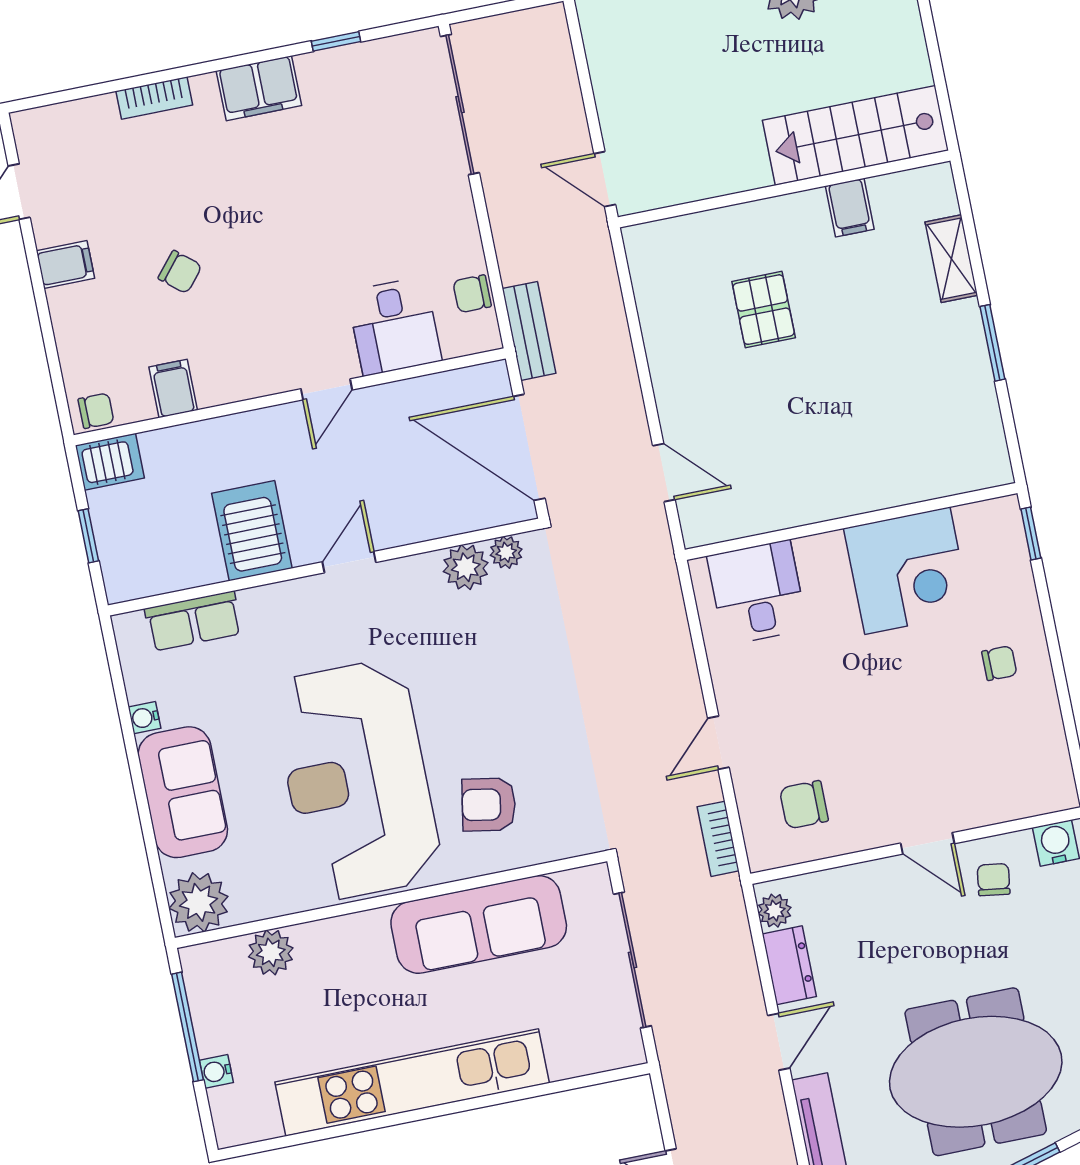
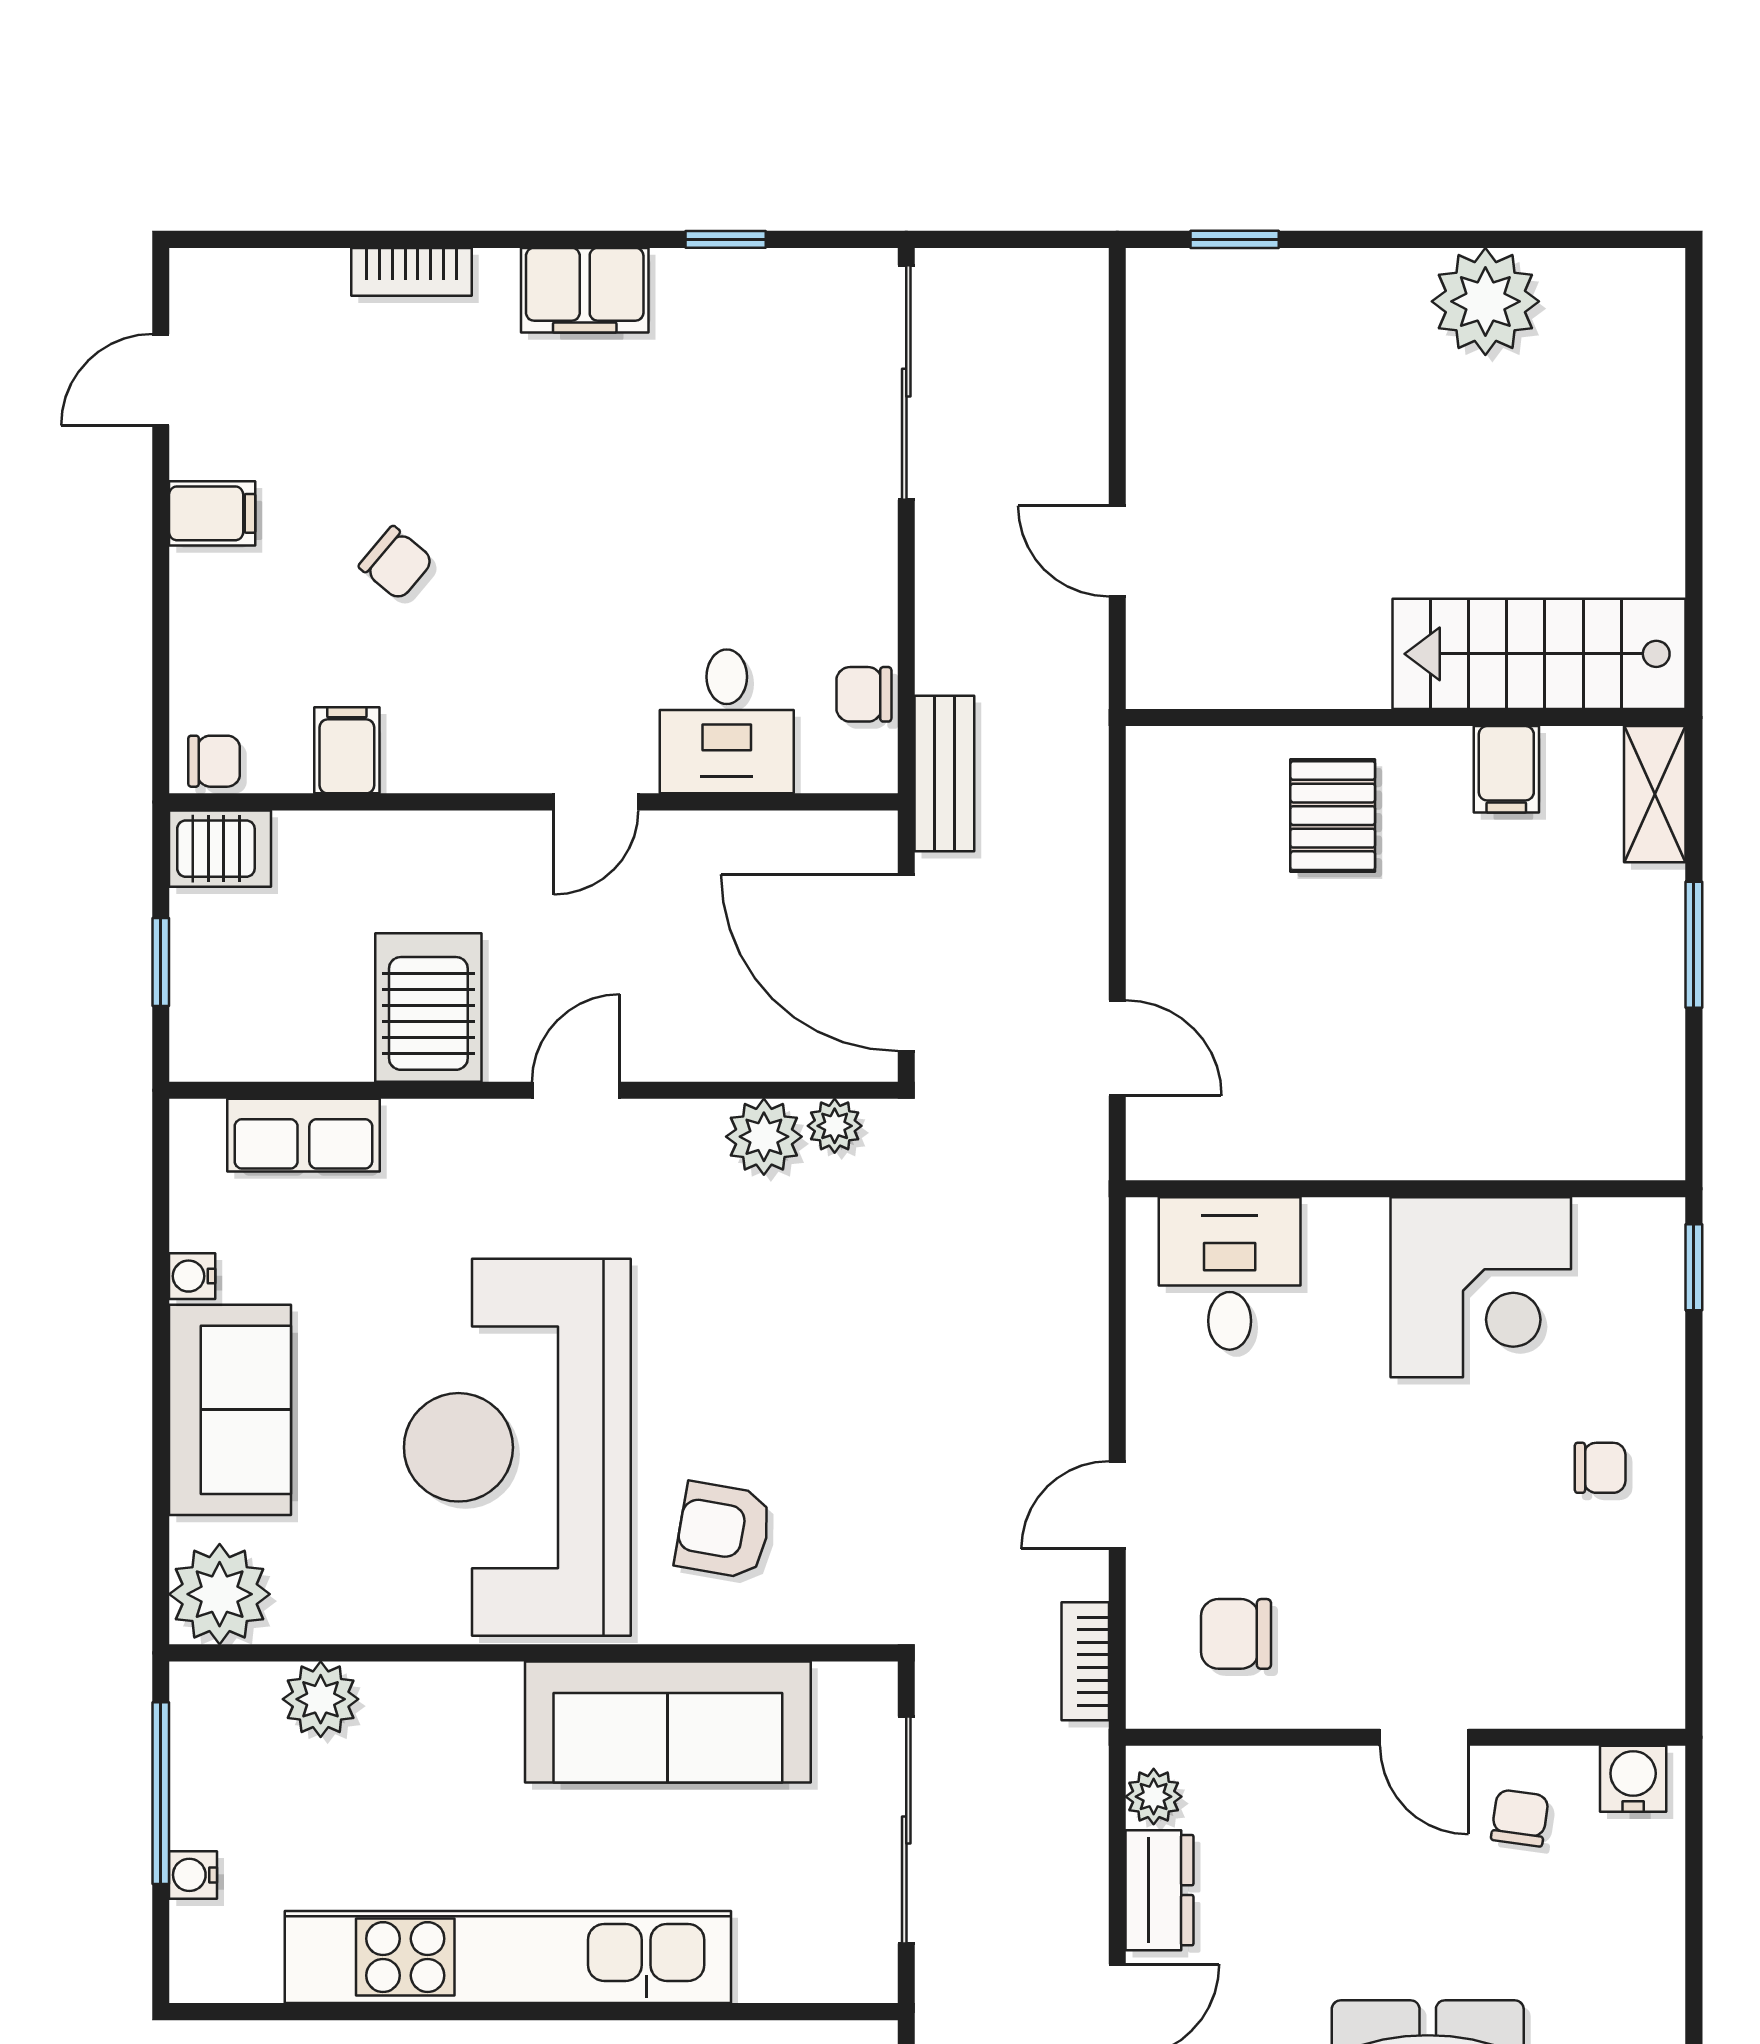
stairs: (855, 135) -> (1539, 654), moved
wall: (784, 189) -> (1406, 718), moved
filing cabinet: (850, 208) -> (1506, 769), moved

